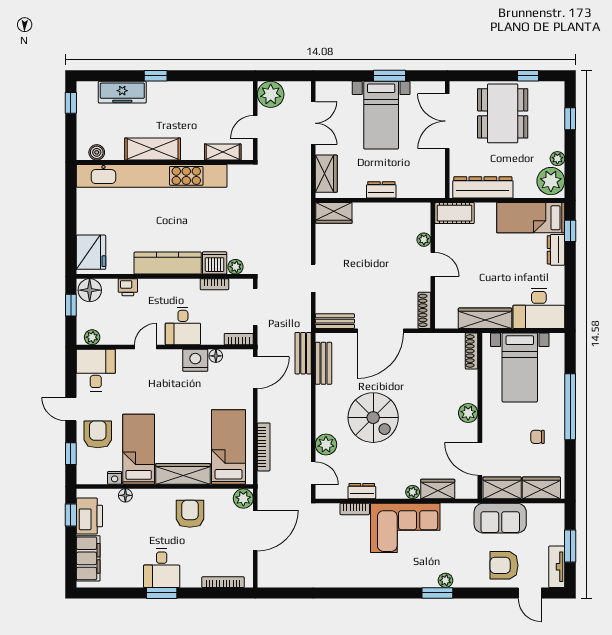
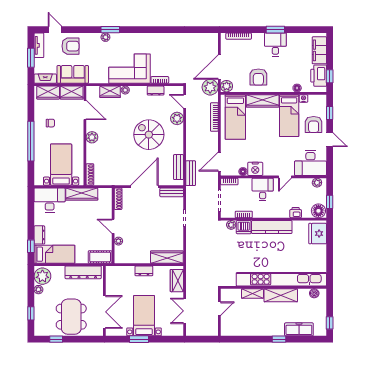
plant: (271, 94) -> (210, 87), moved
shelving: (223, 152) -> (252, 294), moved
wardrobe: (334, 213) -> (167, 257), width x1.50
desk: (96, 370) -> (310, 163), width x1.37
fireplace: (546, 511) -> (45, 79), added

